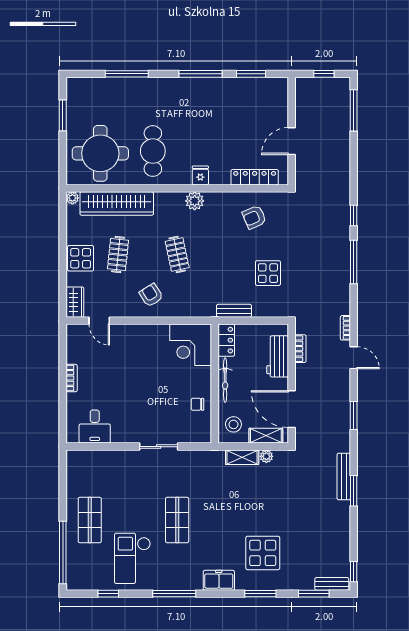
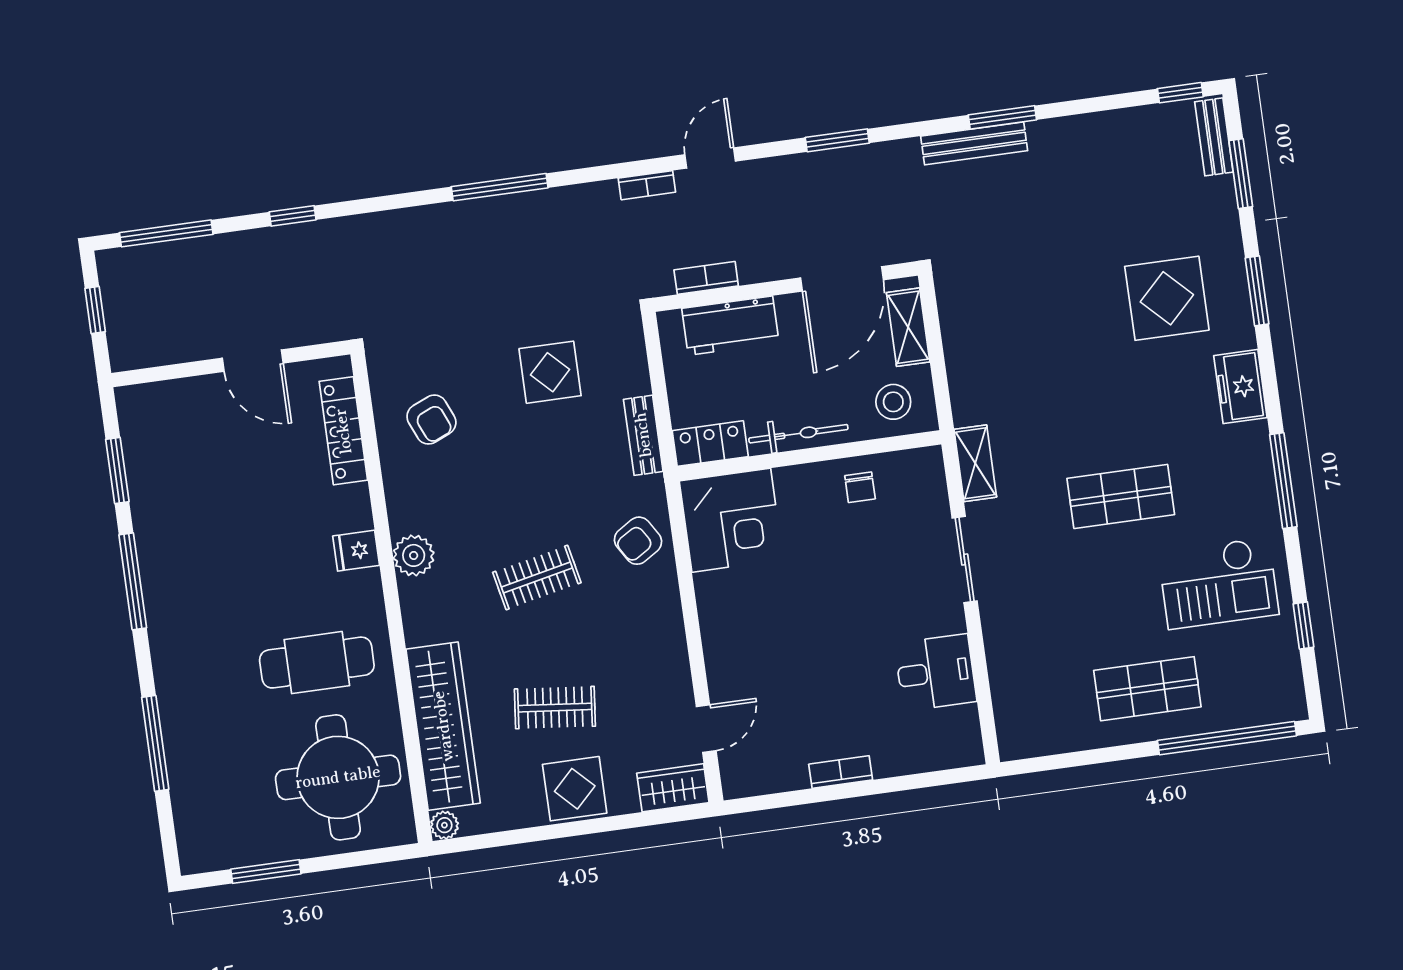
window: (354, 216) -> (293, 216), moved
armchair: (151, 295) -> (638, 541), moved
desk: (95, 427) -> (936, 672), moved
plant: (266, 456) -> (953, 320), removed
shelving: (242, 457) -> (975, 463), moved

